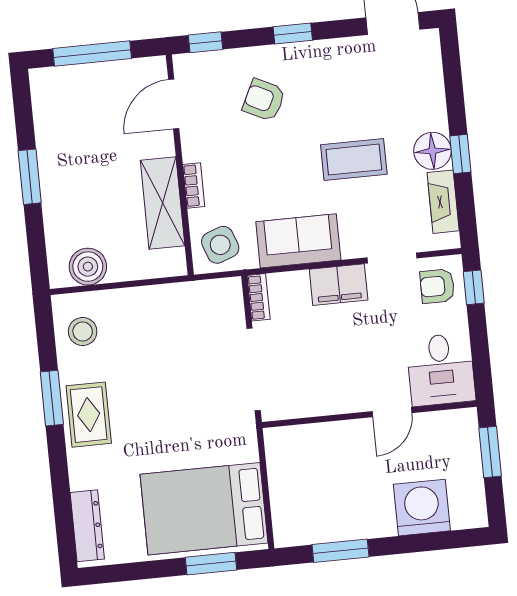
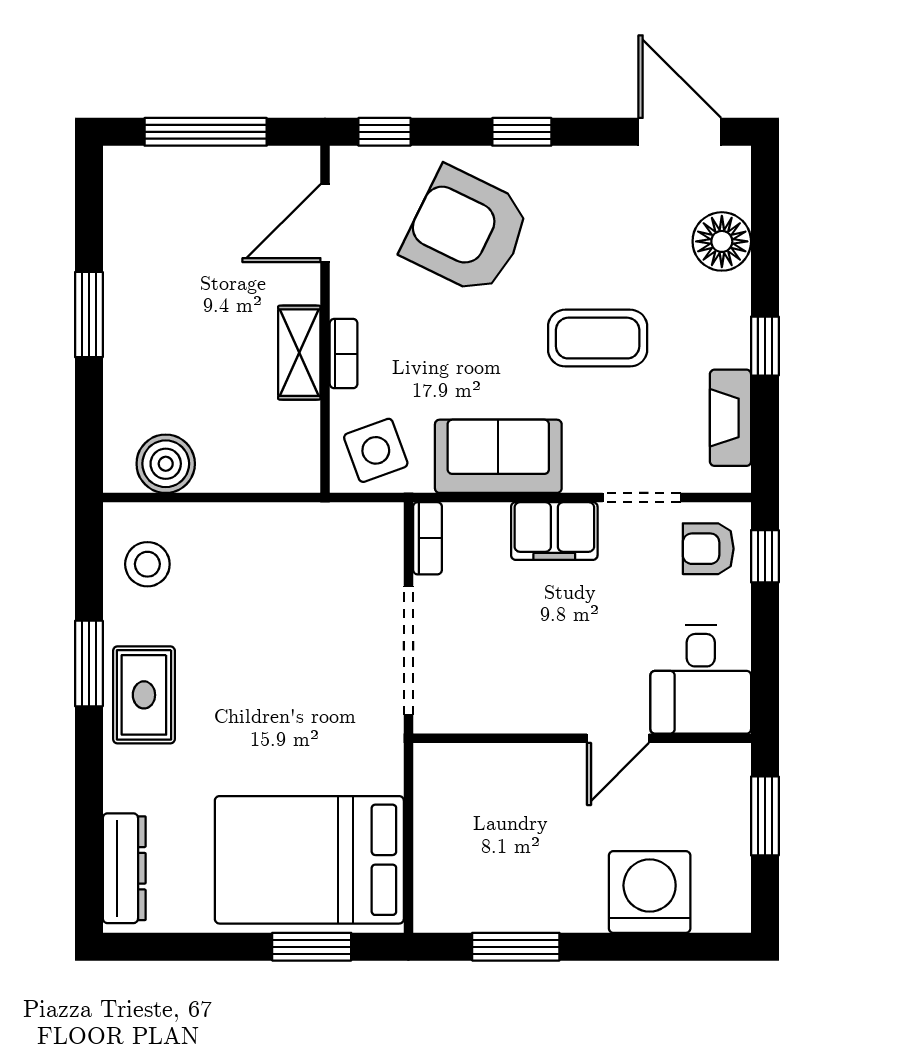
armchair: (264, 100) -> (467, 231), width x1.88, depth x1.88
floor lamp: (432, 151) -> (722, 241), moved
shelving: (163, 203) -> (299, 353), width x0.67, depth x0.75

